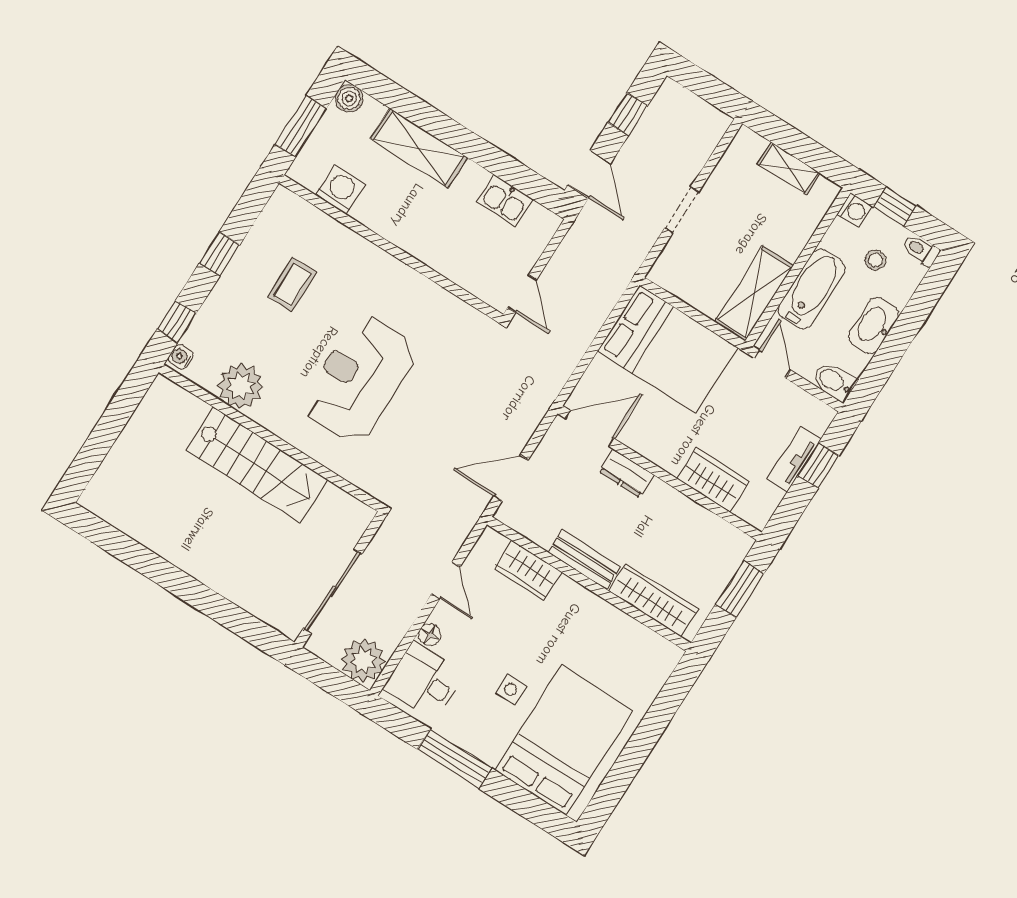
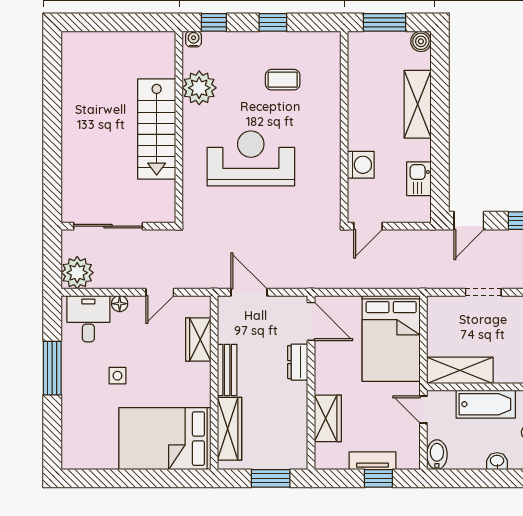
washing machine: (340, 190) -> (361, 165), moved
washbasin: (874, 326) -> (497, 461), width x0.52, depth x0.69
door: (772, 364) -> (423, 410), swing flipped
bed: (564, 740) -> (165, 439), moved, turned 180

